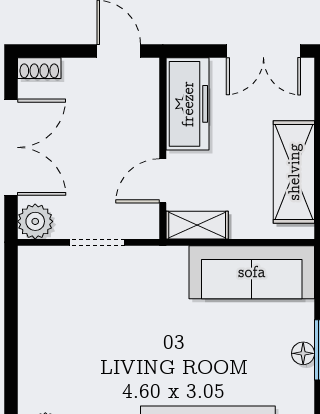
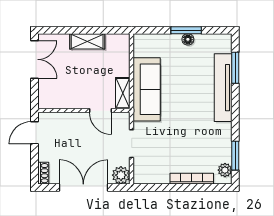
freezer: (188, 104) -> (61, 98), removed
shelving: (294, 172) -> (87, 41), width x0.67, depth x0.75
sofa: (252, 272) -> (147, 89), moved
bookcase: (28, 361) -> (192, 179), added

